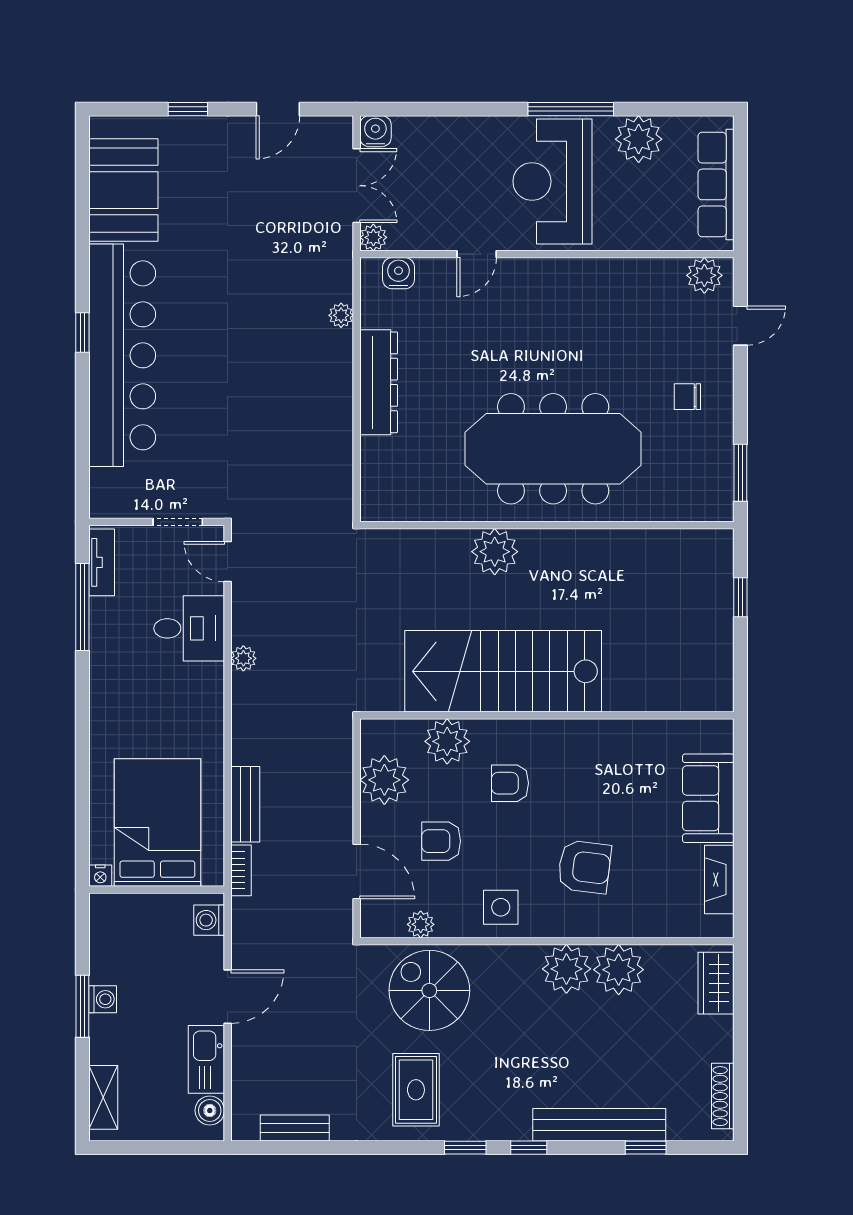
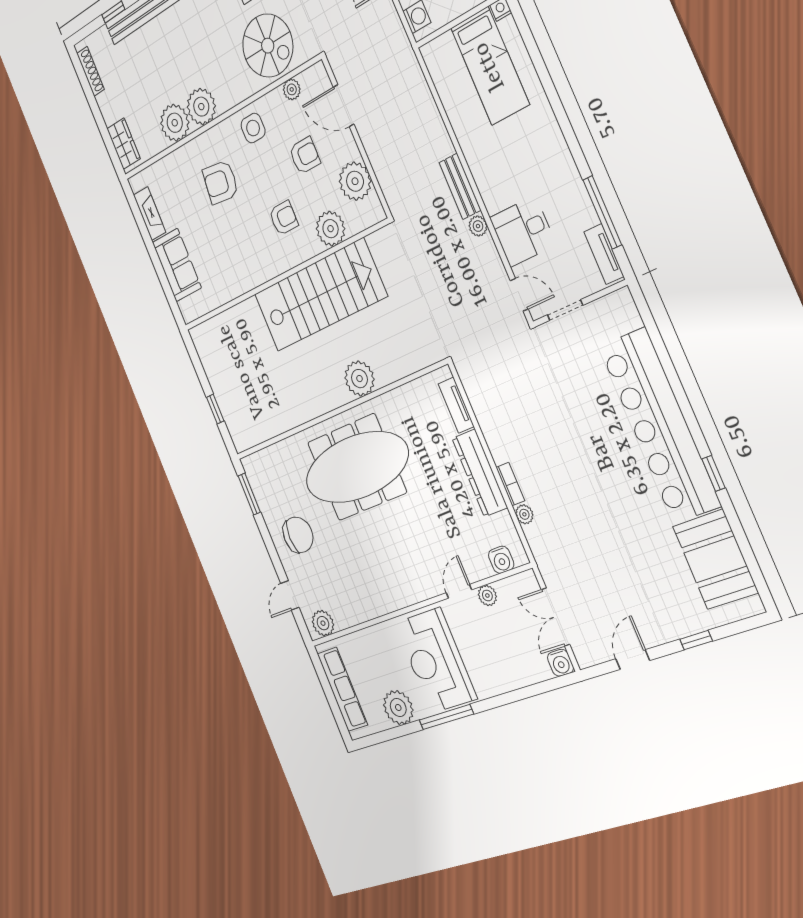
reception desk: (552, 181) -> (436, 661), turned 180
plant: (373, 237) -> (487, 596), moved
window: (82, 333) -> (713, 473), moved
chair: (687, 397) -> (298, 535), width x1.87, depth x1.87
tv unit: (373, 471) -> (456, 405), added
bench: (245, 804) -> (460, 186), moved
bed: (157, 823) -> (490, 66), width x0.67
bookcase: (241, 870) -> (510, 484), moved, turned 180

